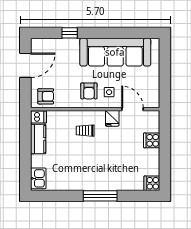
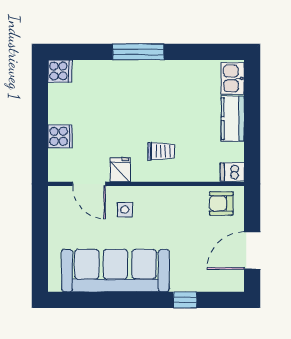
armchair: (89, 91) -> (156, 212), removed
kitchen counter: (38, 139) -> (233, 119), moved

